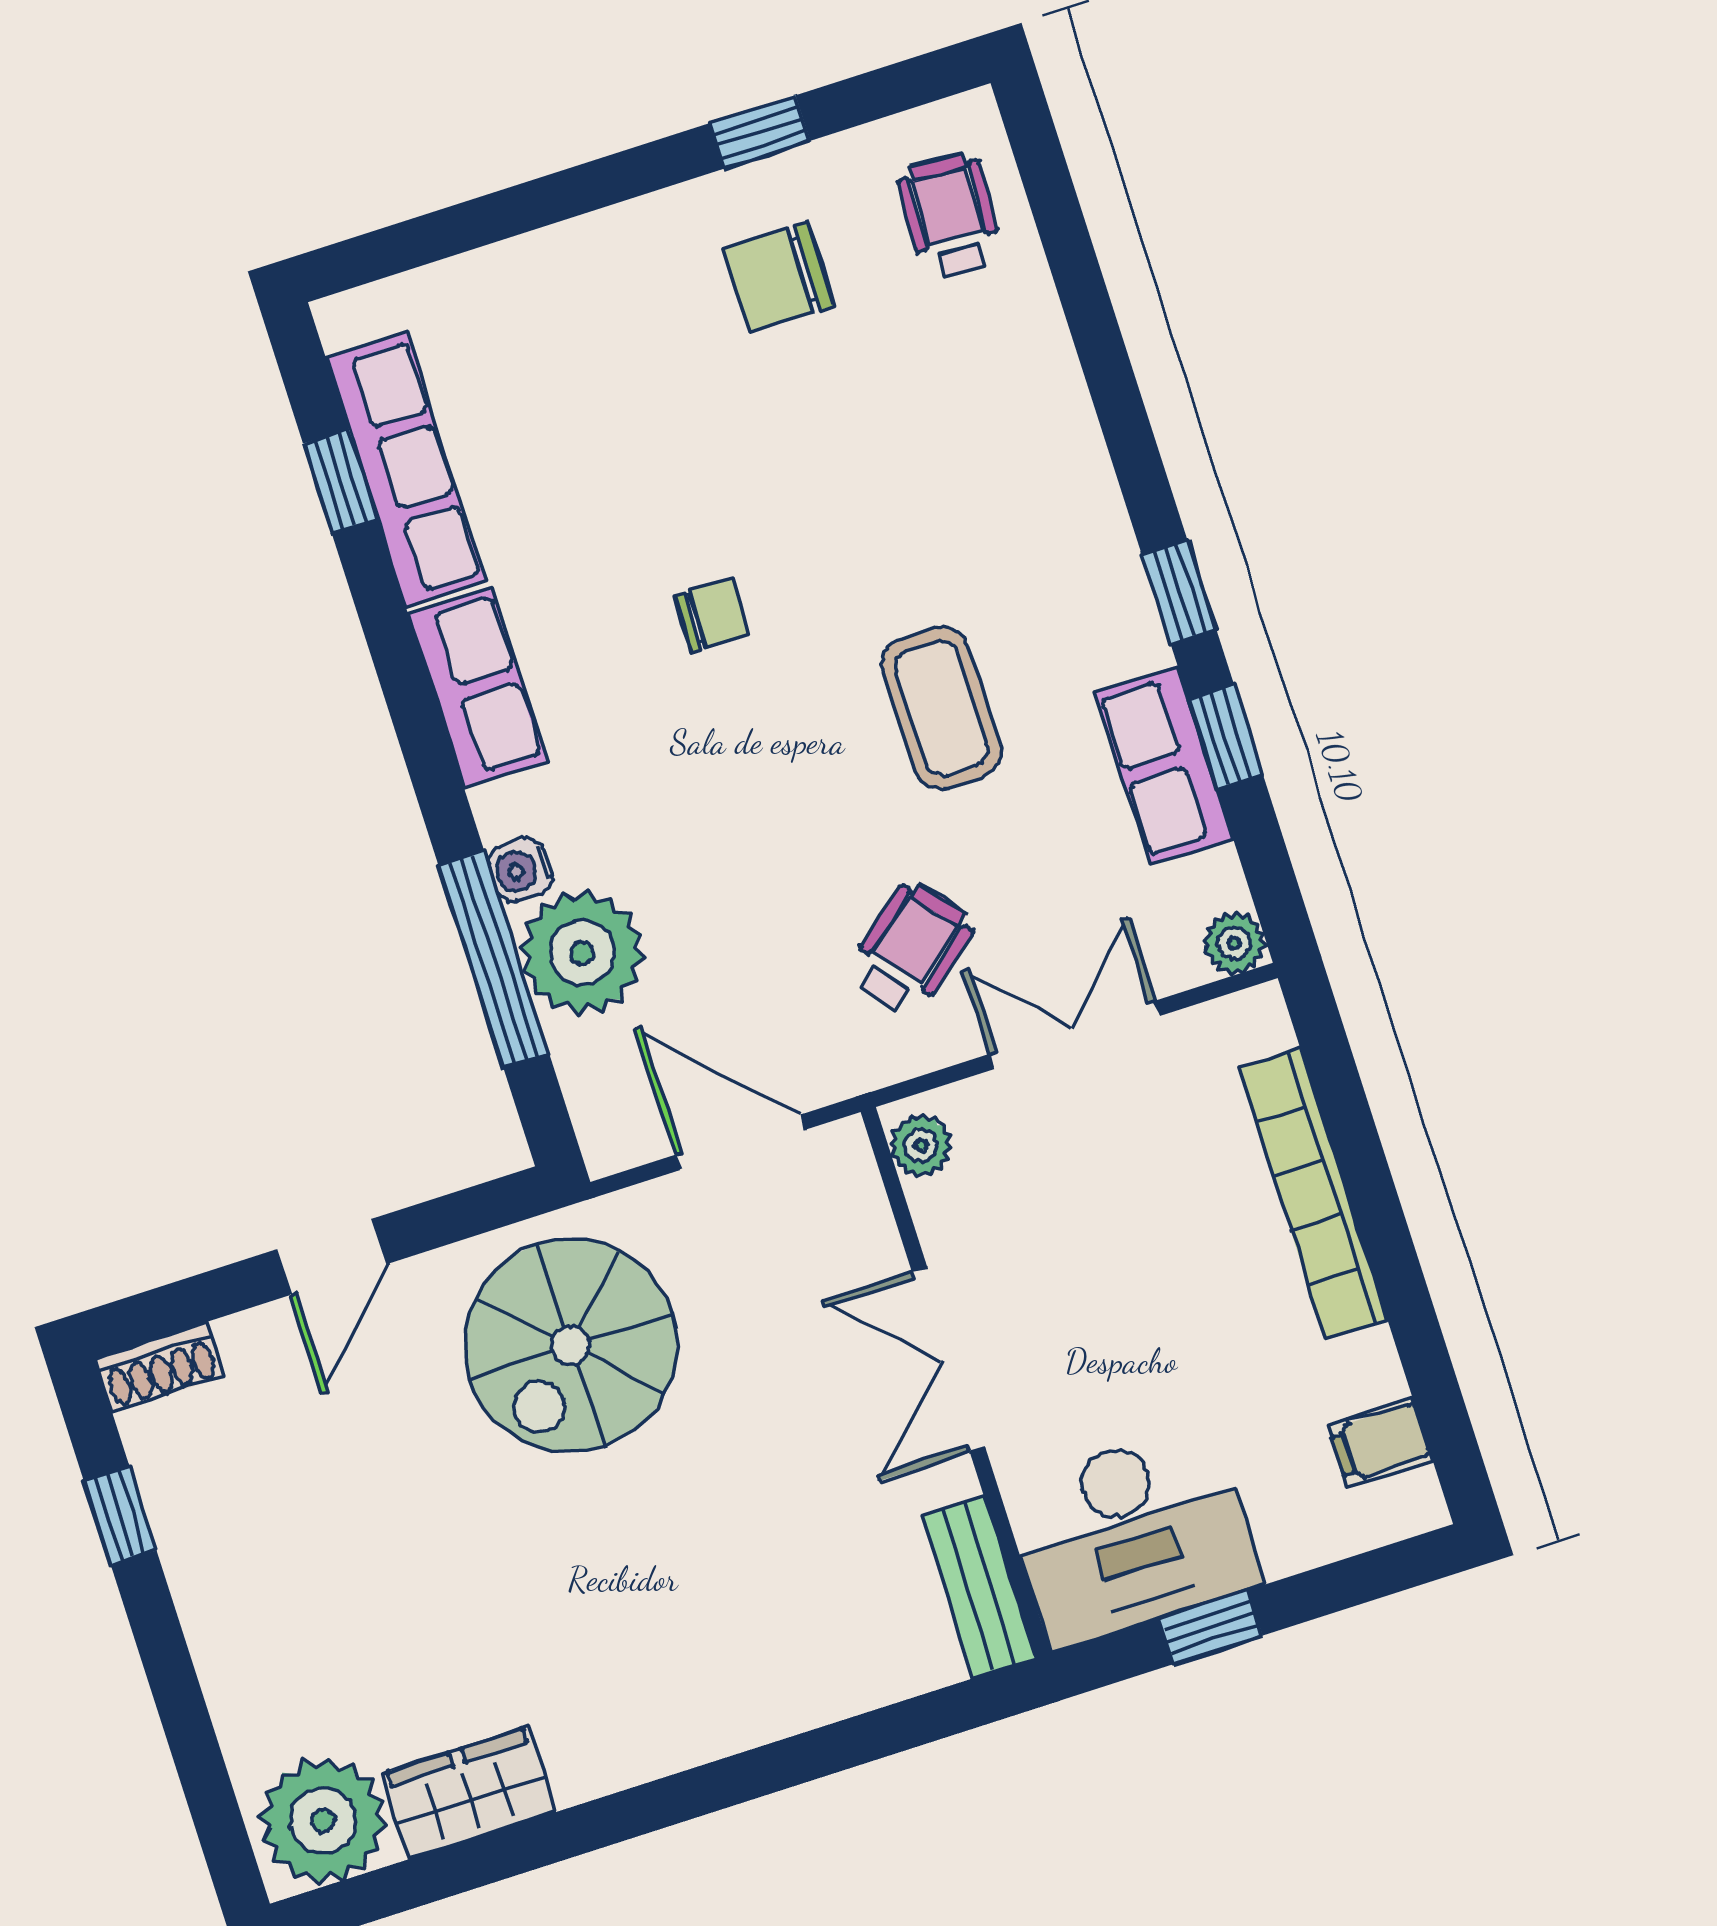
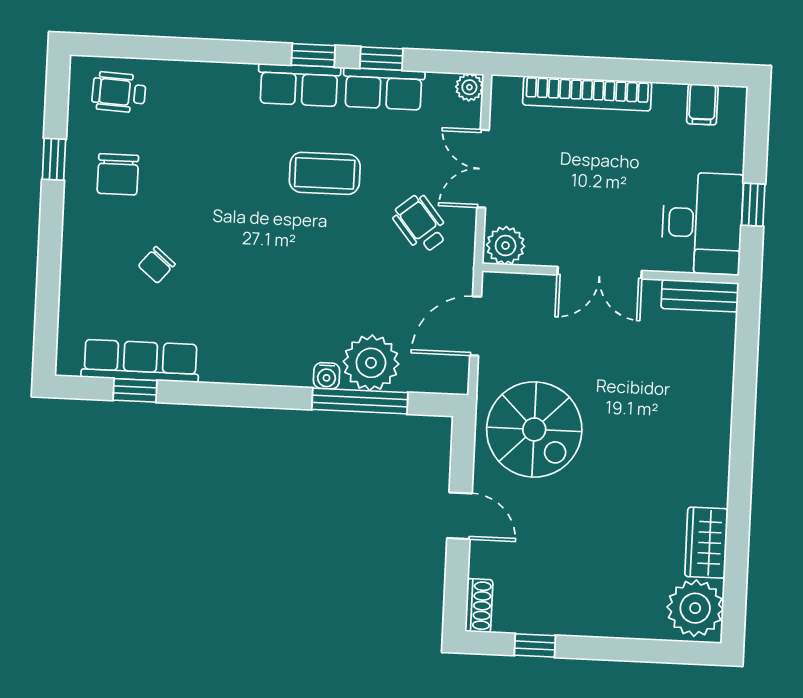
chair: (712, 615) -> (157, 265), moved, turned -140
row of seats: (478, 687) -> (299, 85), moved, turned 180
plant: (921, 1146) -> (506, 246), width x1.38, depth x1.38

